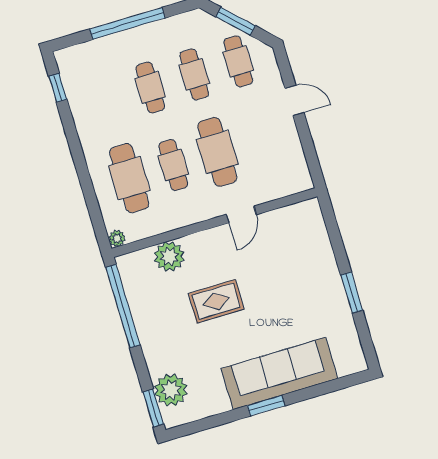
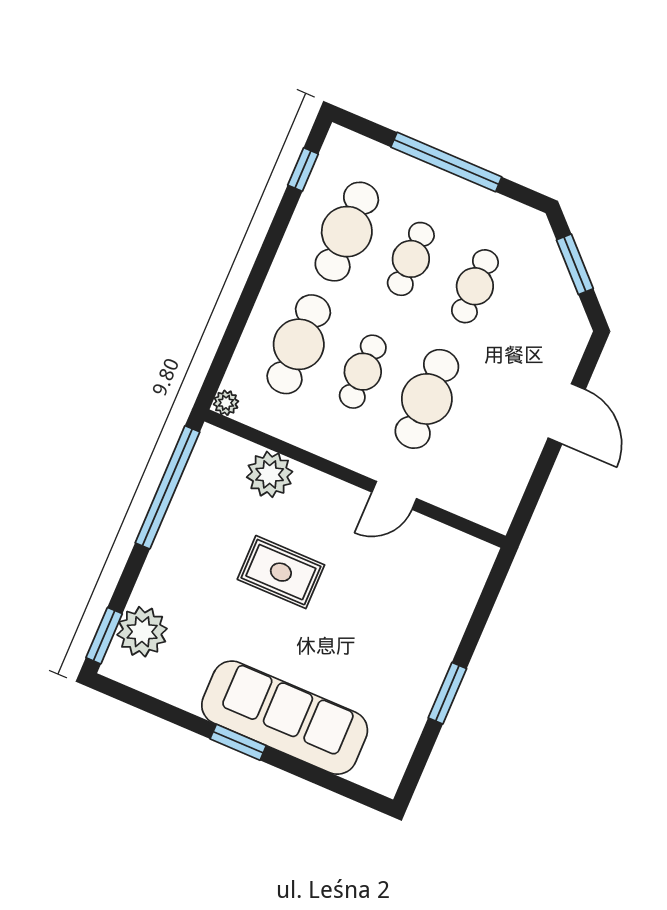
cafe table: (238, 61) -> (347, 232), moved, width x1.37, depth x1.35
door: (294, 101) -> (567, 414), width x1.38

